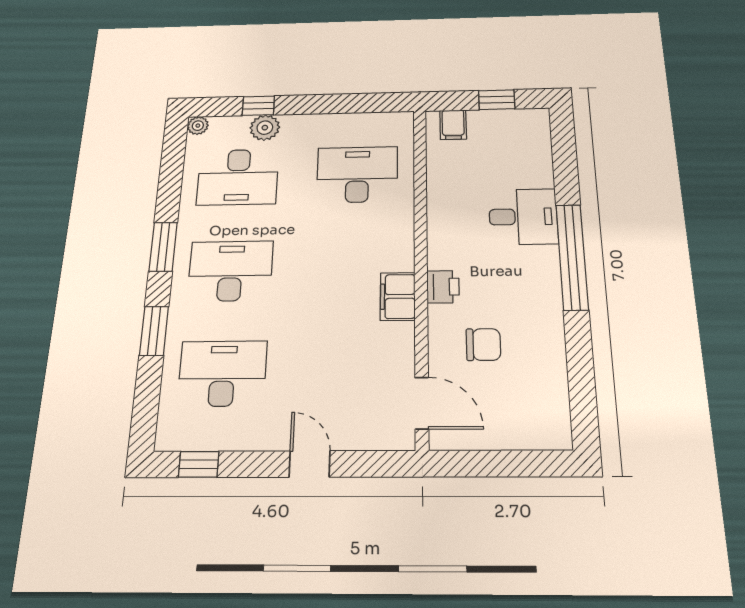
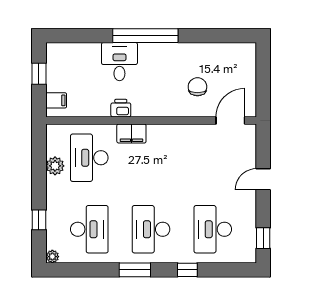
plant: (265, 128) -> (55, 166), moved
printer: (443, 287) -> (121, 108), moved
filing cabinet: (398, 296) -> (131, 134), moved
window: (154, 331) -> (187, 270), width x0.67

